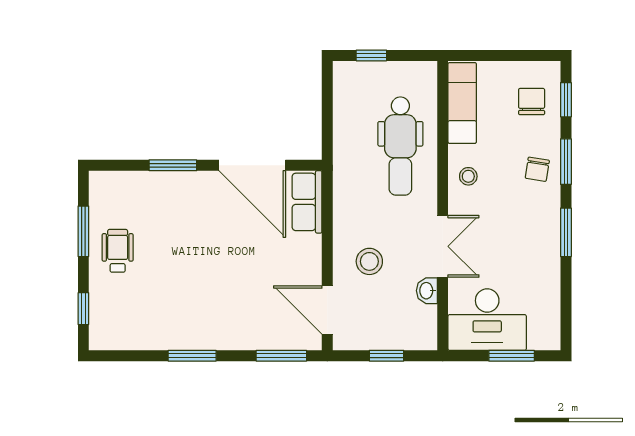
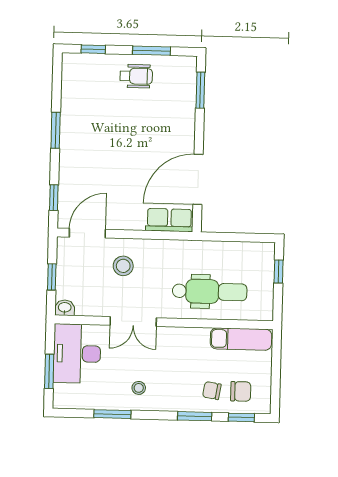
dental chair: (400, 146) -> (210, 292), turned 180
window: (173, 165) -> (200, 90), moved
chair: (537, 169) -> (212, 391), moved
stool: (468, 176) -> (139, 388), moved
window: (566, 232) -> (112, 414), moved
washbasin: (427, 291) -> (65, 308), moved
window: (281, 356) -> (54, 198), width x0.67

